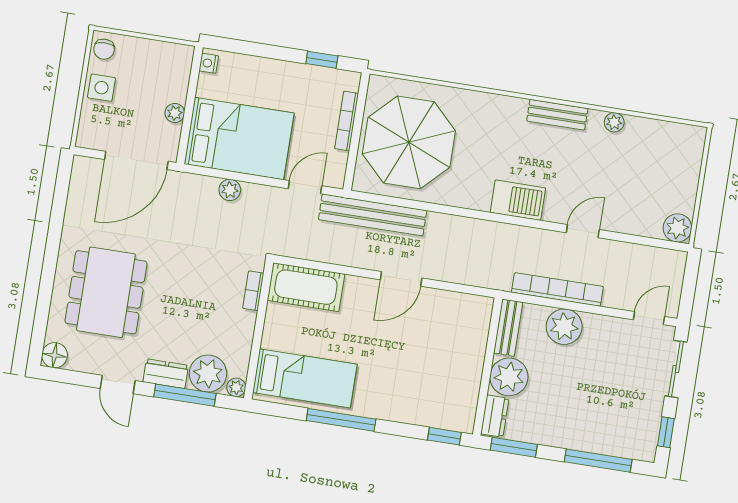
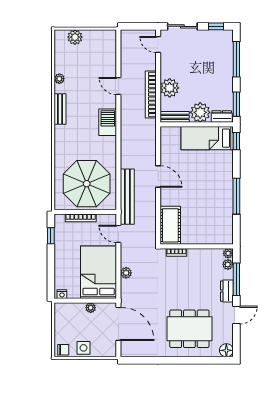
plant: (677, 228) -> (75, 37), moved
plant: (208, 374) -> (228, 264), width x0.53, depth x0.53
bed: (305, 378) -> (207, 138), moved, turned -90

